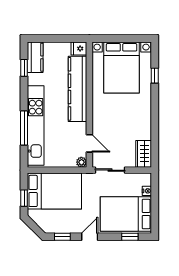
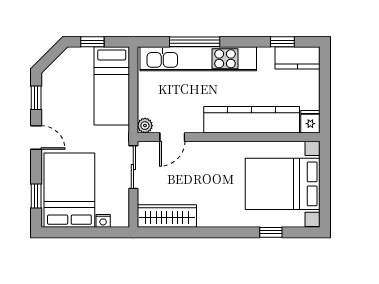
wardrobe: (144, 154) -> (167, 216), width x1.50
bed: (54, 191) -> (112, 86), width x0.67

